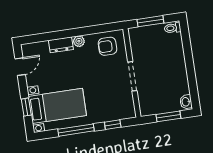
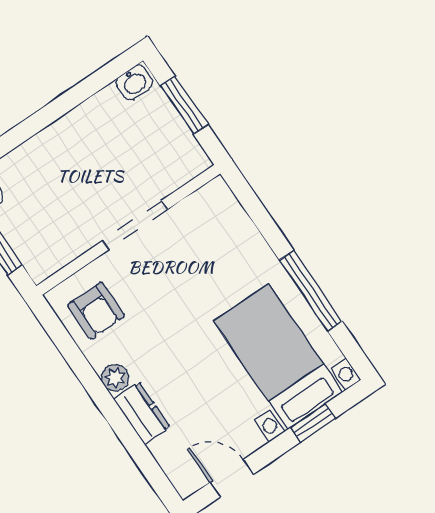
window: (113, 125) -> (261, 217), removed

